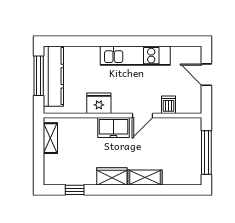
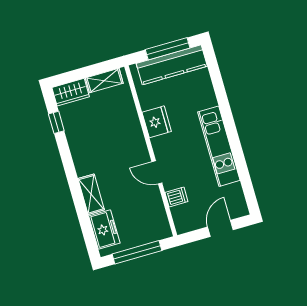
freezer: (114, 128) -> (104, 230), moved, turned 180
wardrobe: (112, 176) -> (71, 92), moved, turned 90

